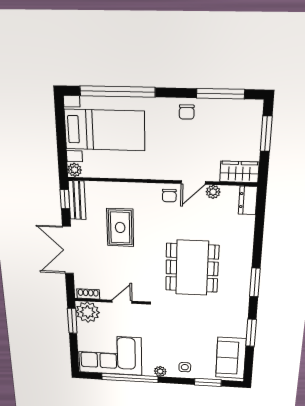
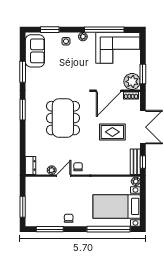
wardrobe: (239, 172) -> (37, 183), removed
rug: (120, 228) -> (112, 132), moved, turned 90
door: (122, 302) -> (109, 91), width x1.88

